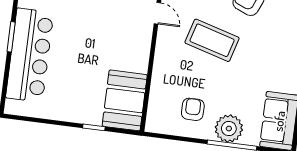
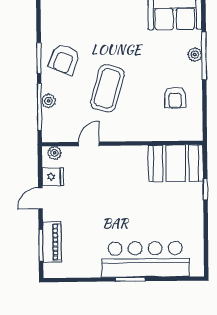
armchair: (193, 109) -> (175, 98), turned -90
plant: (229, 129) -> (195, 55), width x0.53, depth x0.53

